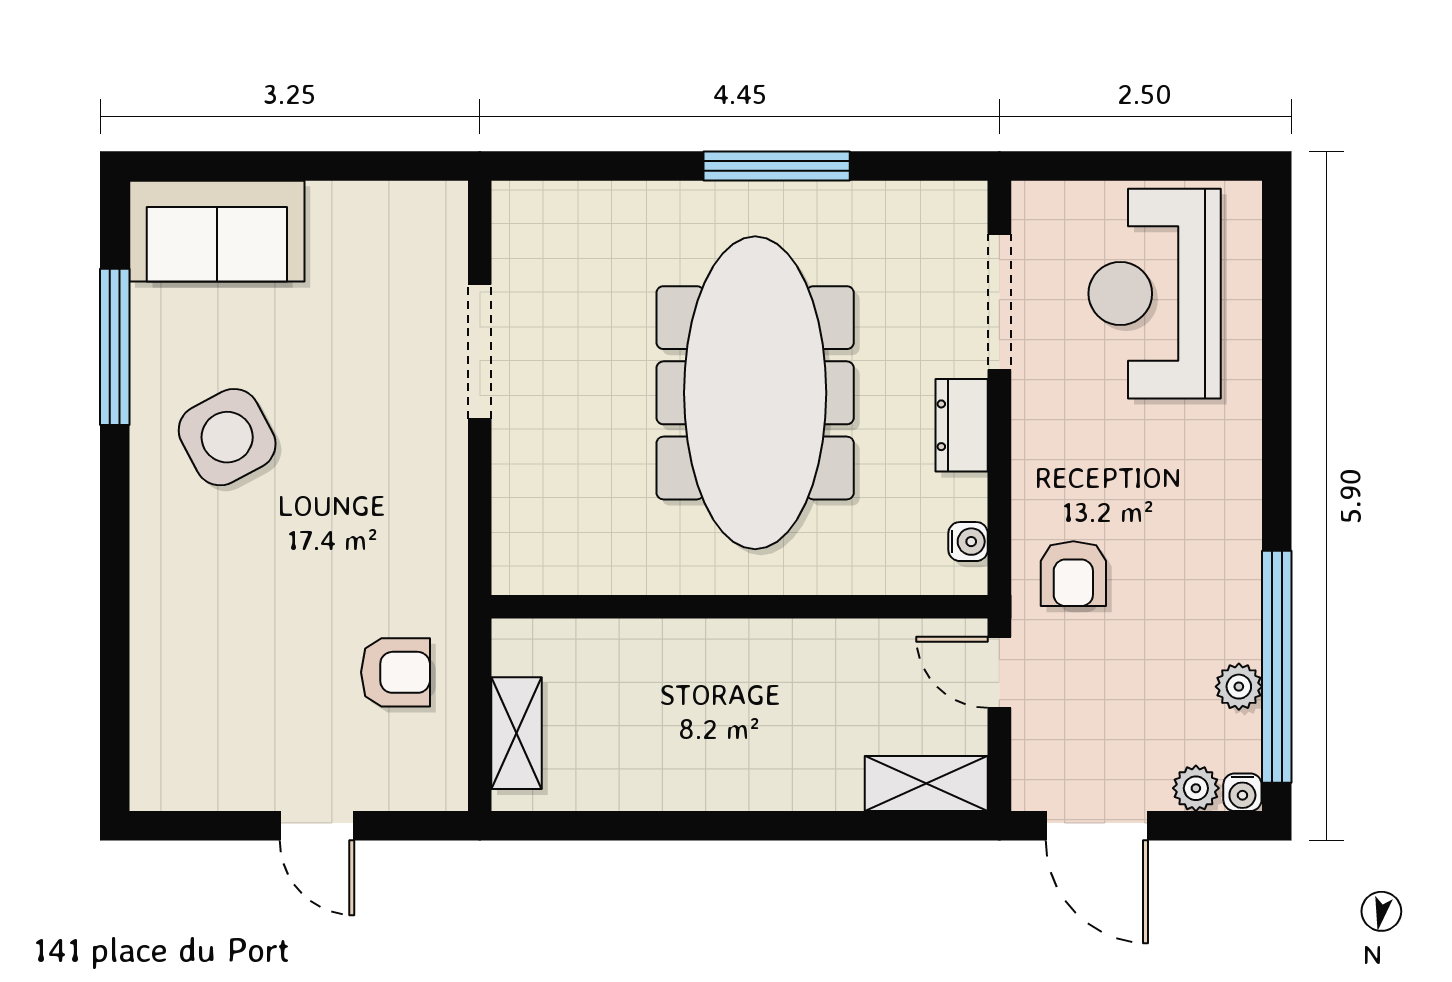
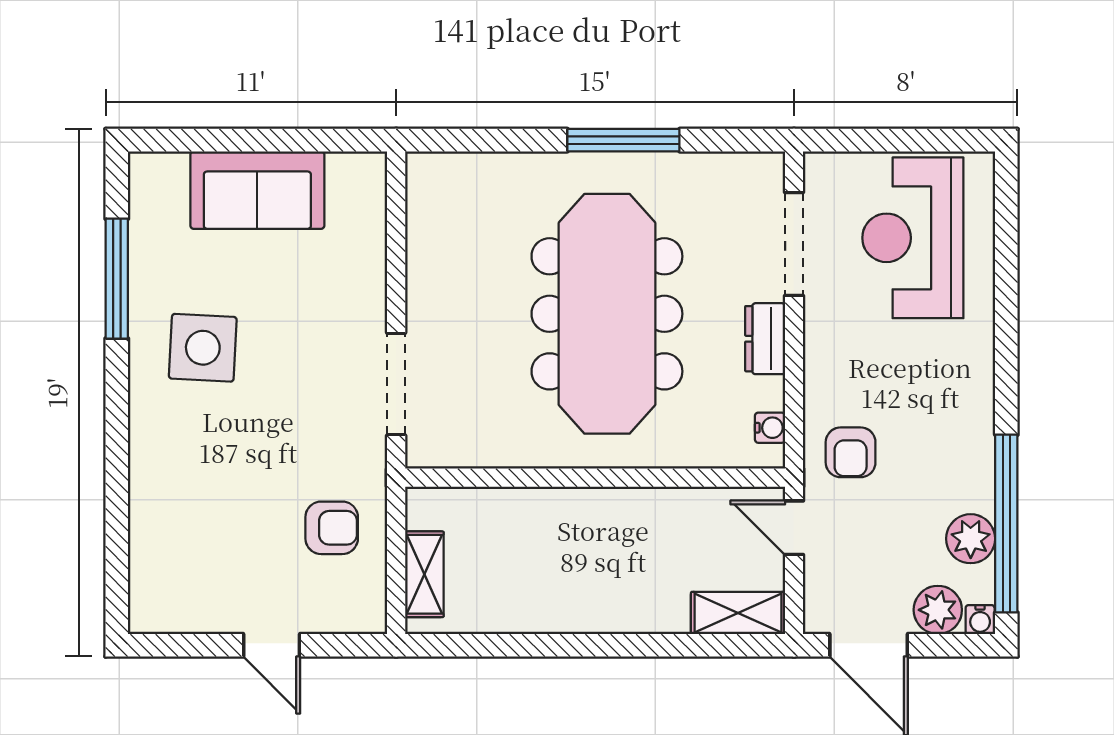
sofa: (217, 231) -> (257, 190), moved
doorway: (480, 352) -> (396, 384), moved
side table: (227, 437) -> (203, 348), turned 31
plant: (1239, 687) -> (971, 539), width x1.38, depth x1.38
plant: (1196, 788) -> (938, 610), width x1.38, depth x1.38

